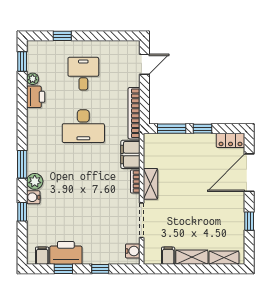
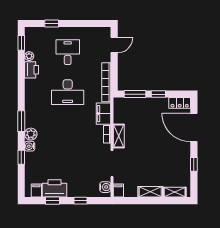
door: (249, 173) -> (194, 127), hinge flipped
filing cabinet: (168, 256) -> (118, 191), moved

